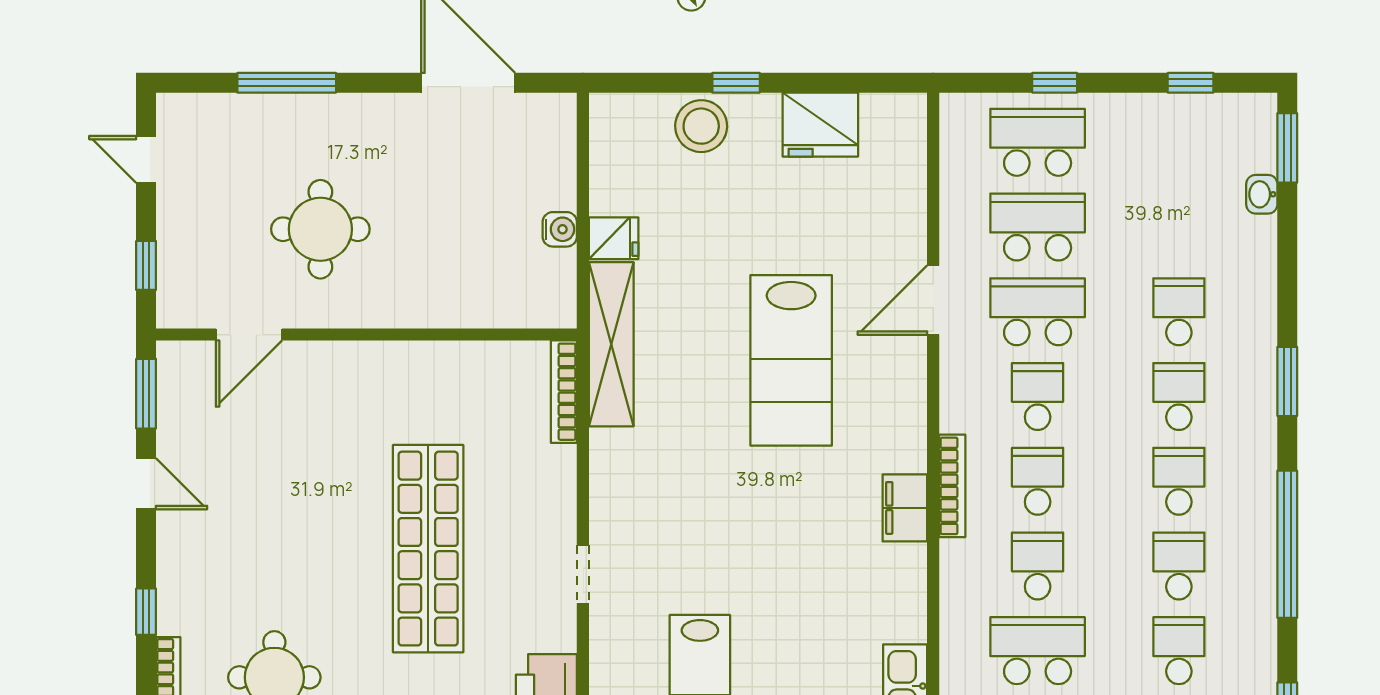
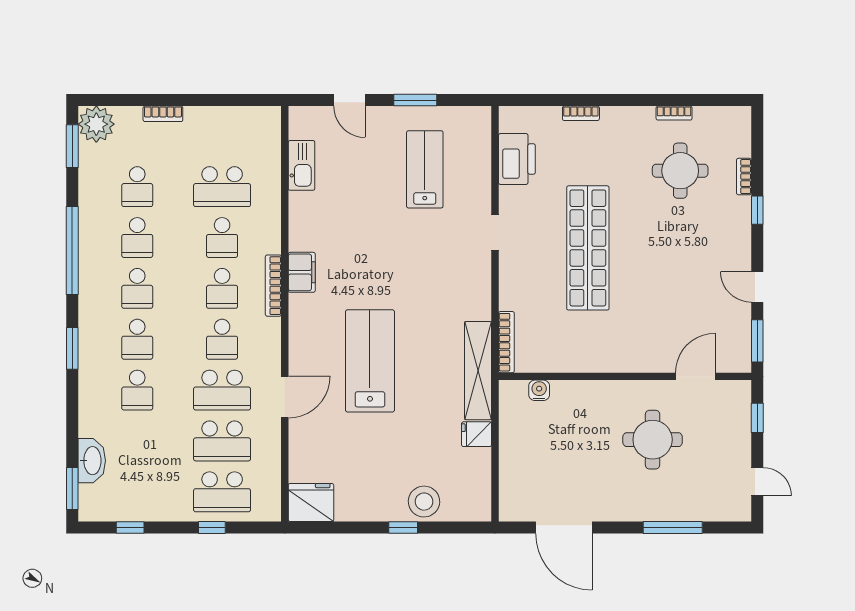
fridge: (820, 125) -> (311, 502), moved
washbasin: (1262, 194) -> (92, 461), width x1.91, depth x1.45
water cooler: (560, 229) -> (539, 390), moved, turned 90

